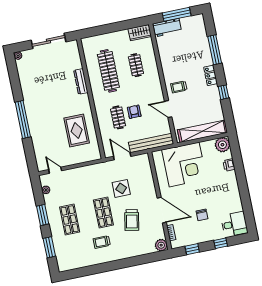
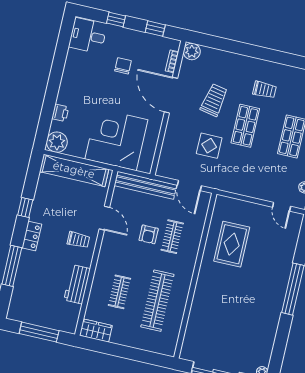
workbench: (167, 28) -> (77, 284), moved, turned -90
dresser: (81, 81) -> (198, 303), removed

